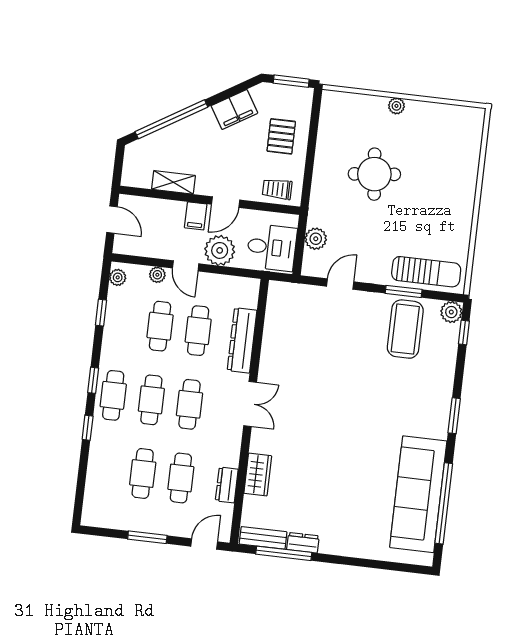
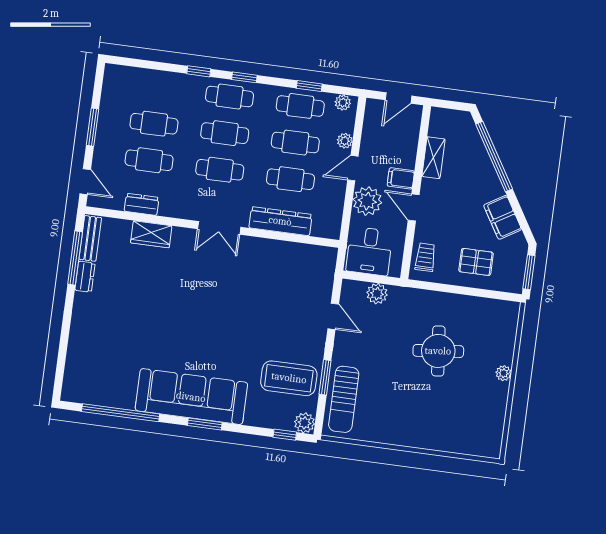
cafe table: (122, 322) -> (300, 106), added
sofa: (418, 494) -> (191, 397), moved

